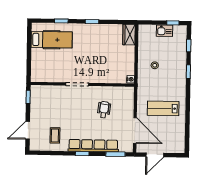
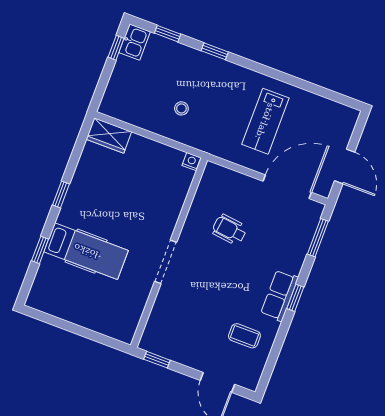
kitchen sink: (165, 31) -> (135, 42), moved
hospital bed: (52, 40) -> (86, 251), moved, turned 90
row of seats: (93, 146) -> (279, 296), width x0.50

